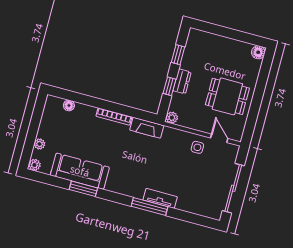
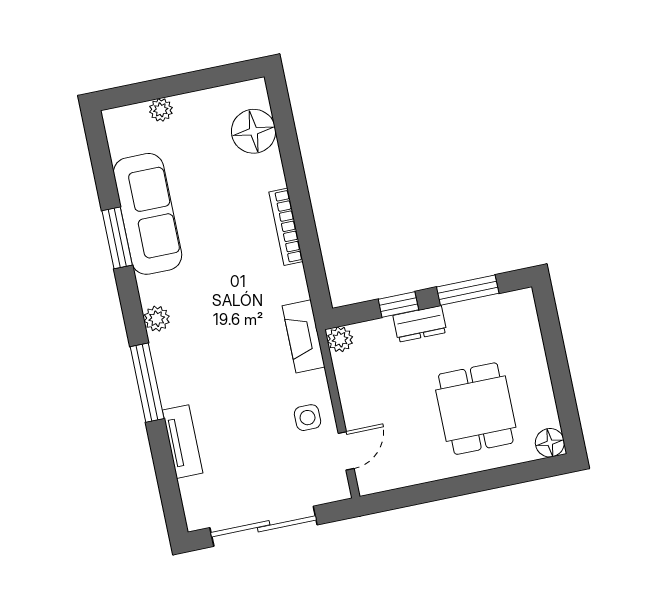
window: (178, 55) -> (468, 290), width x1.50
dining table: (227, 96) -> (476, 409), moved
floor lamp: (69, 105) -> (254, 131), width x1.89, depth x1.89
fireplace: (147, 128) -> (304, 336), moved
plant: (34, 165) -> (157, 319), moved
tv unit: (160, 198) -> (183, 442), moved

